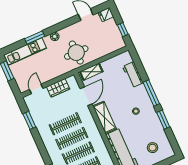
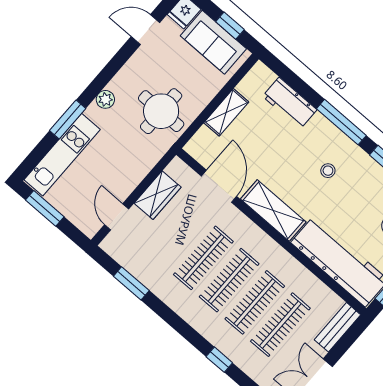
sofa: (112, 33) -> (213, 42), added
shelving: (91, 72) -> (226, 112), moved

